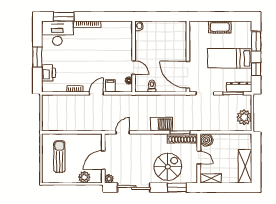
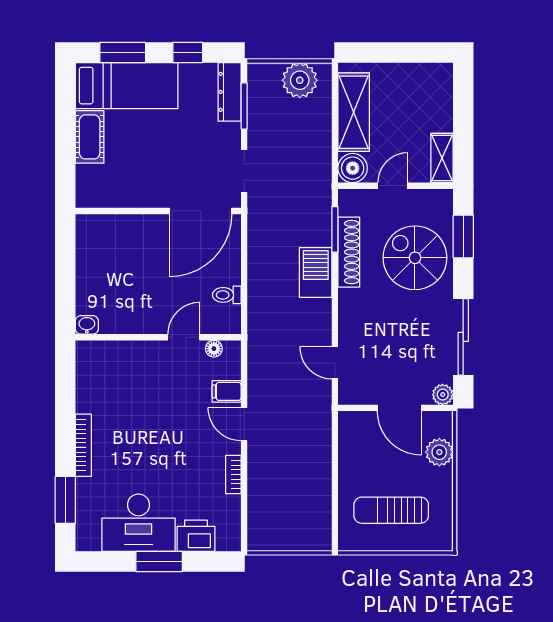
desk: (57, 33) -> (138, 523), moved, turned -90
bed: (230, 58) -> (127, 86), moved, turned -90
shoe rack: (182, 138) -> (349, 252), moved
shelving: (245, 166) -> (354, 112), moved, turned 90

